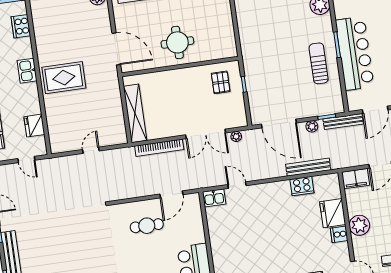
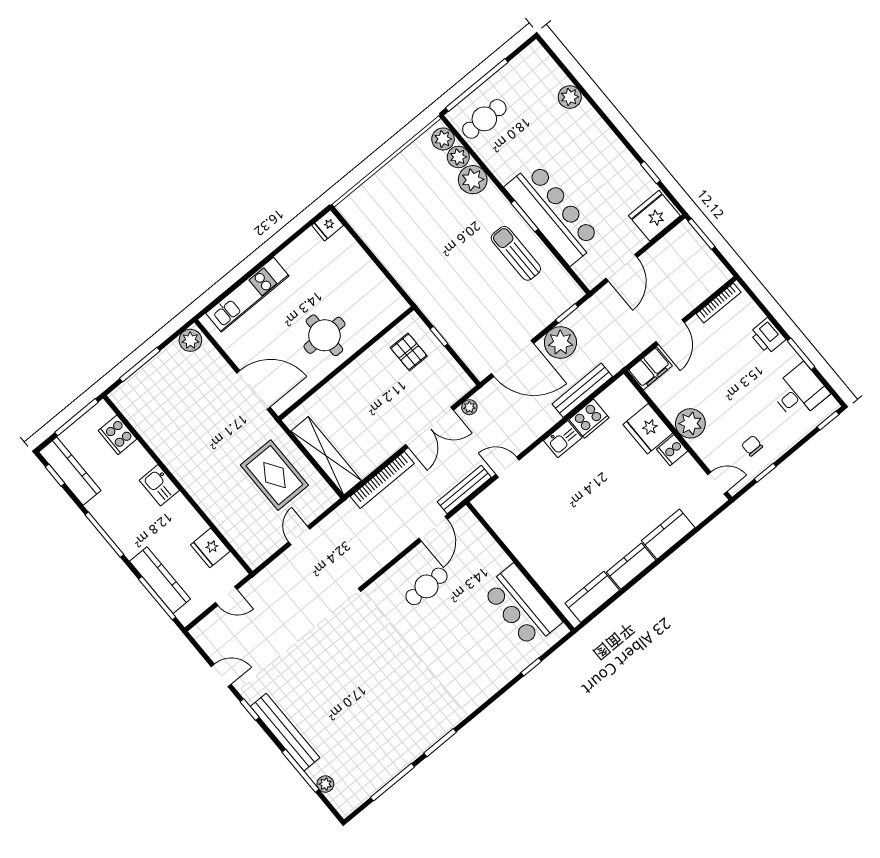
rug: (64, 78) -> (274, 475), moved, turned 90
bench: (343, 122) -> (464, 489), moved
plant: (312, 126) -> (560, 342), width x1.88, depth x1.88
kitchen sink: (214, 198) -> (563, 439), moved

